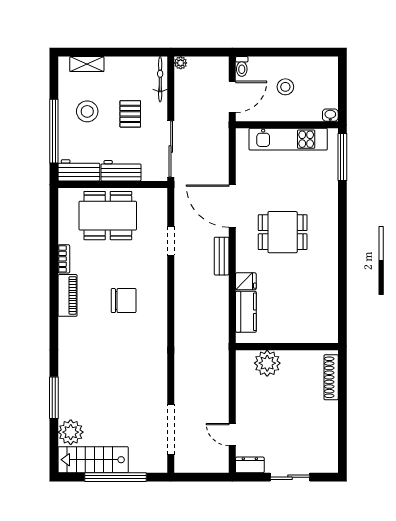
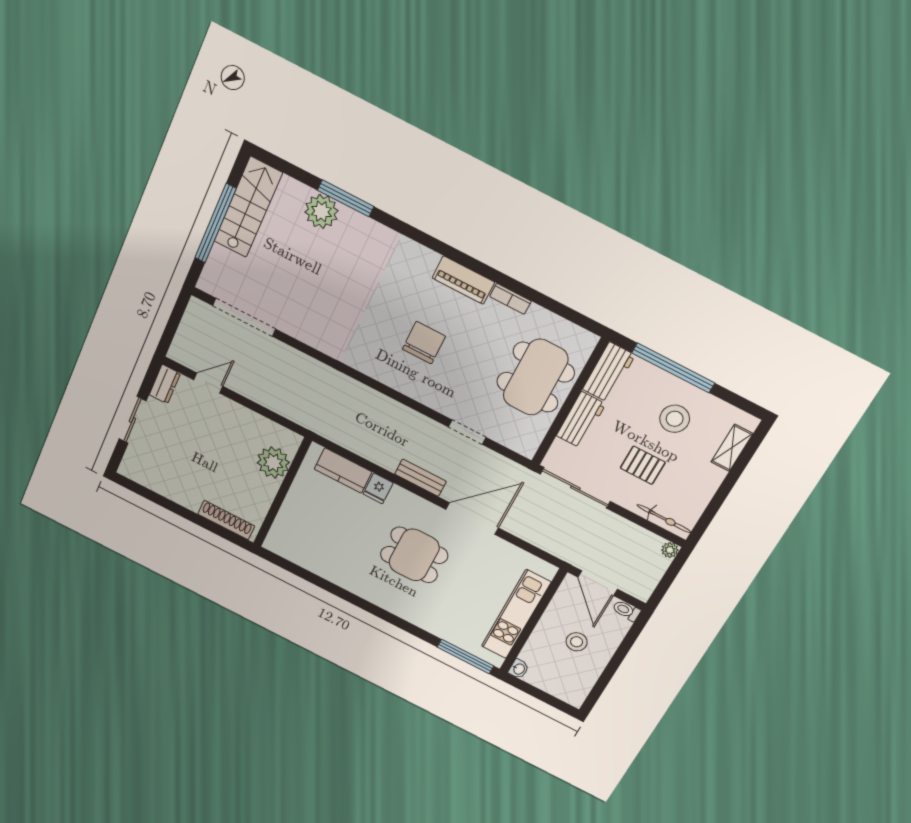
dining table: (283, 232) -> (414, 555), turned 90
chair: (124, 301) -> (424, 343), turned 180
plant: (71, 432) -> (321, 211), moved

